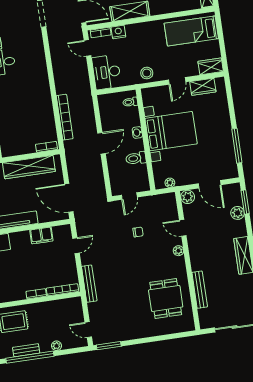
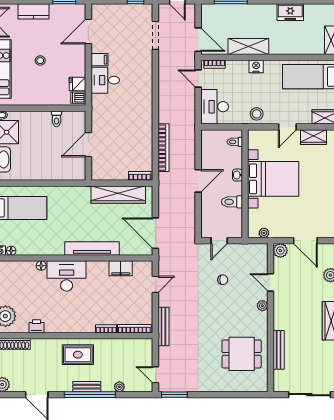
nightstand: (118, 32) -> (256, 66), moved
dining table: (166, 298) -> (242, 354), turned 90

